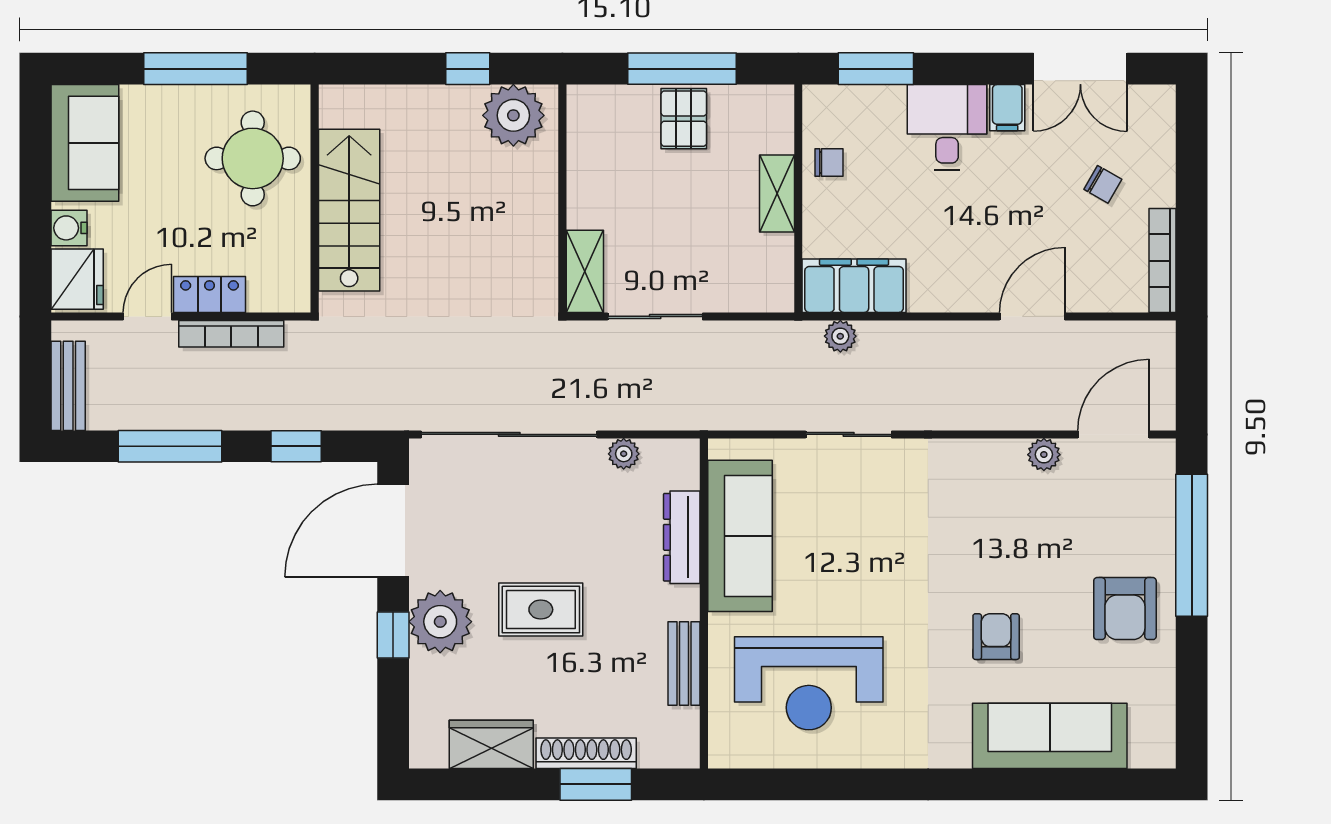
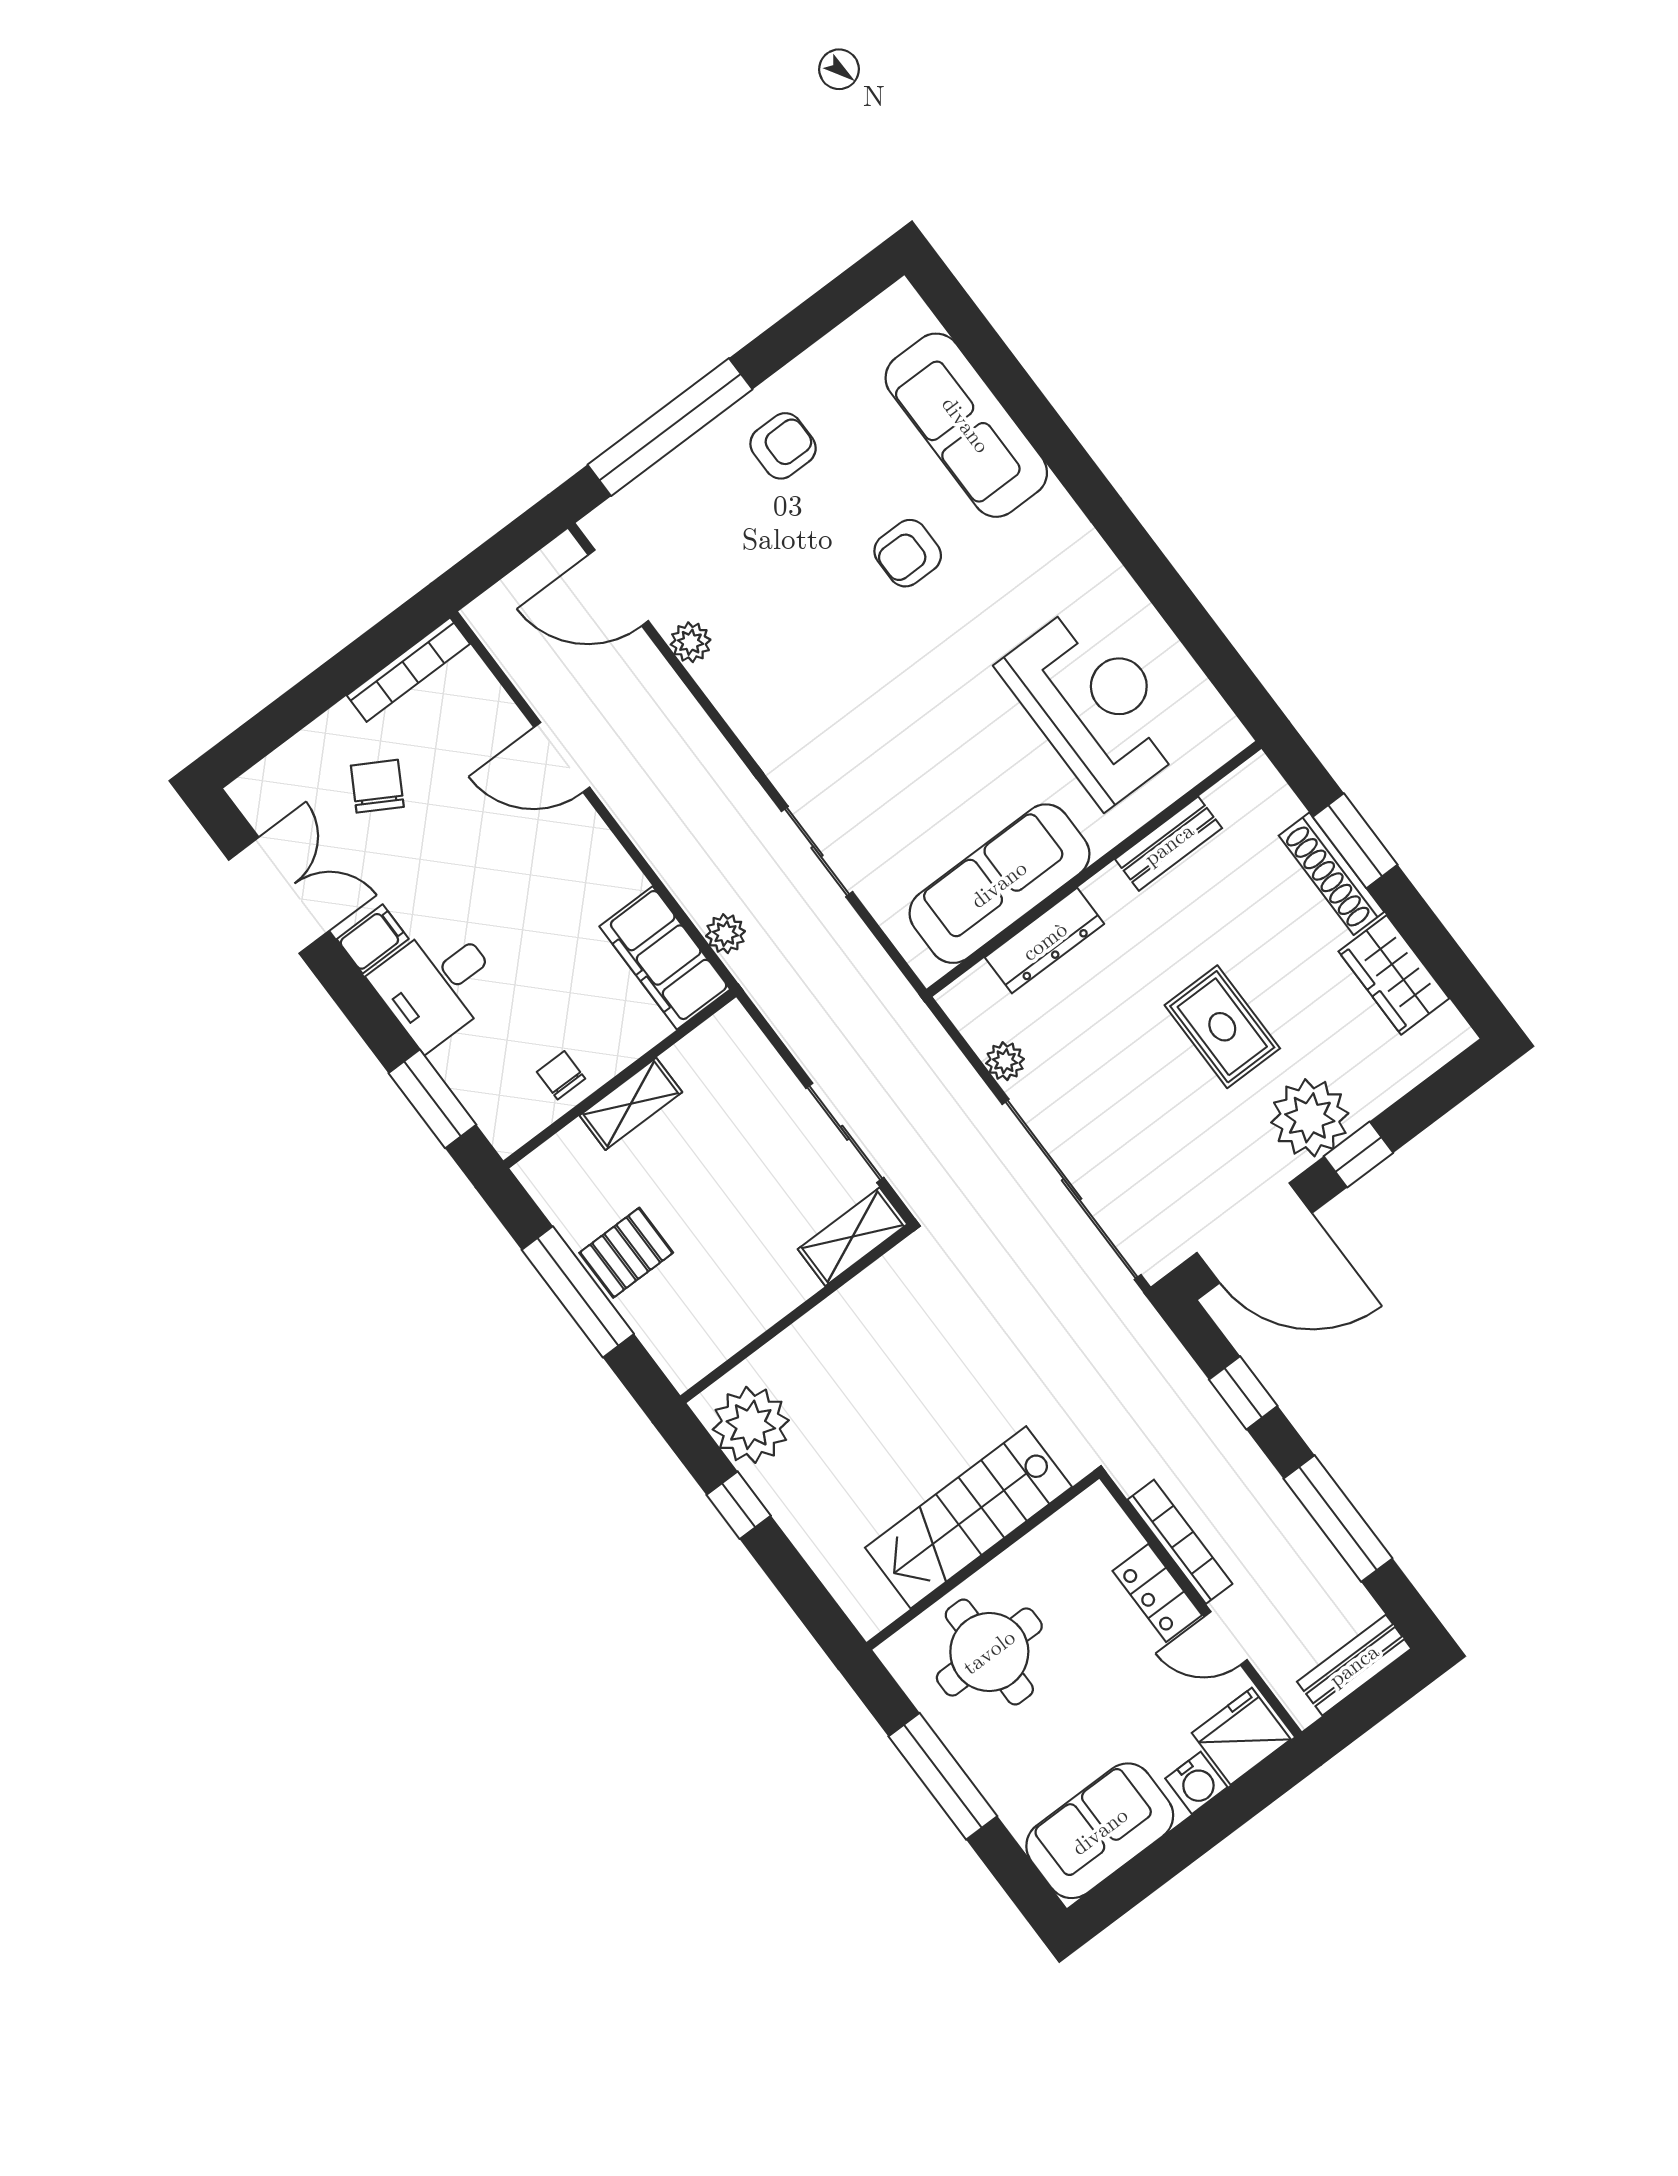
chair: (1103, 184) -> (377, 786), width x1.37, depth x1.37
armchair: (1125, 609) -> (783, 446), width x0.72, depth x0.72

